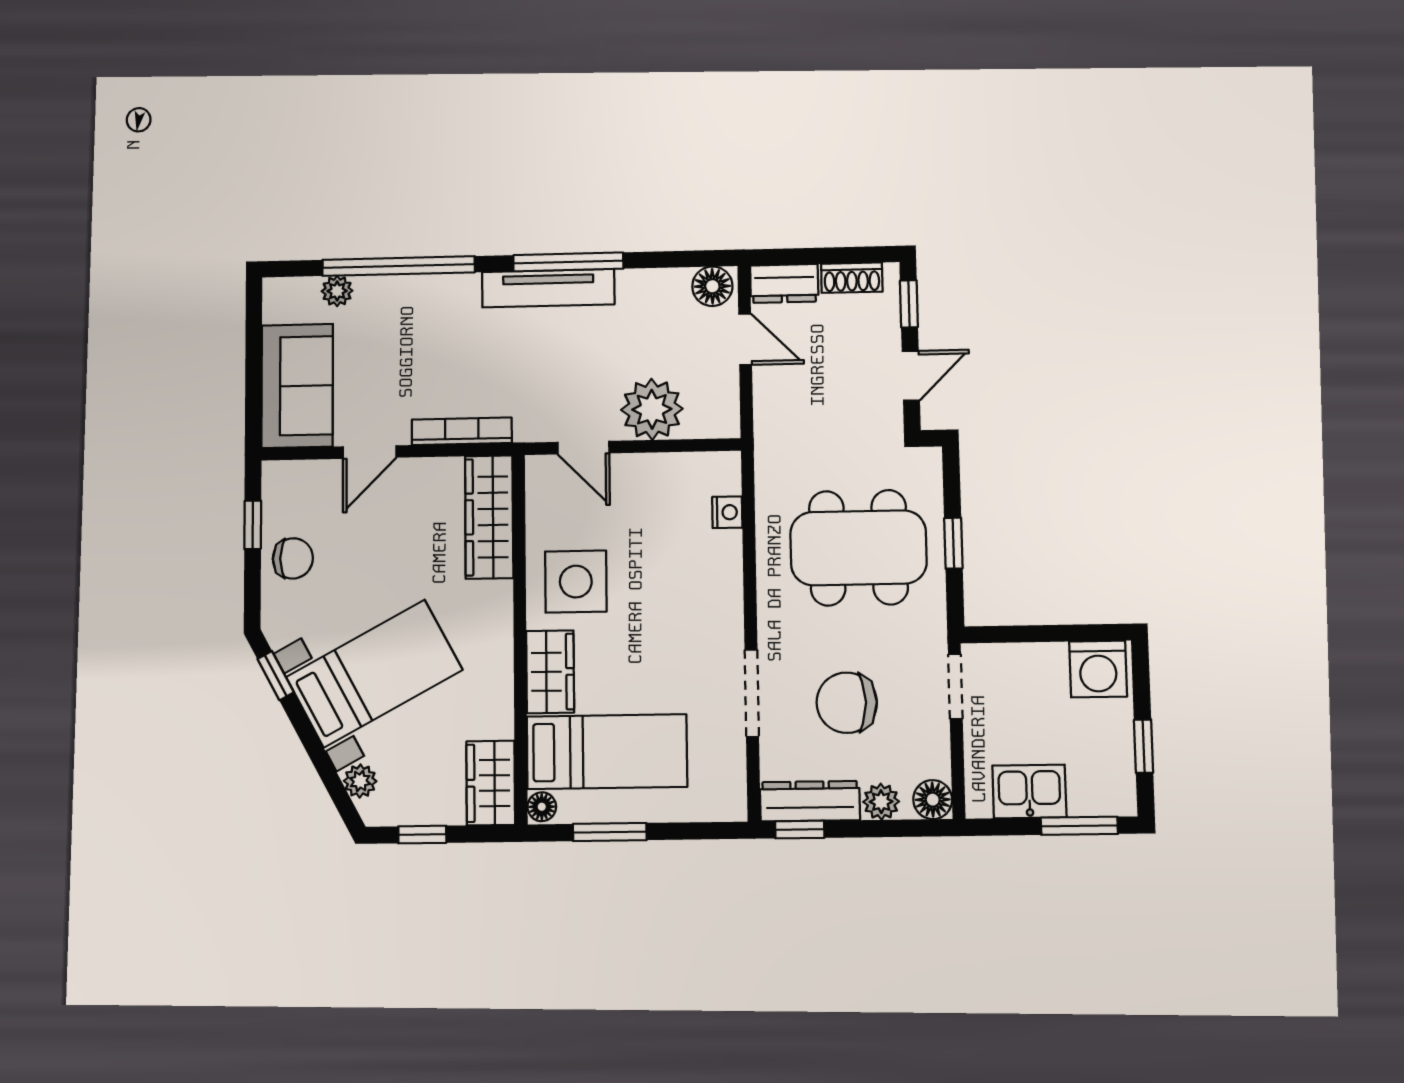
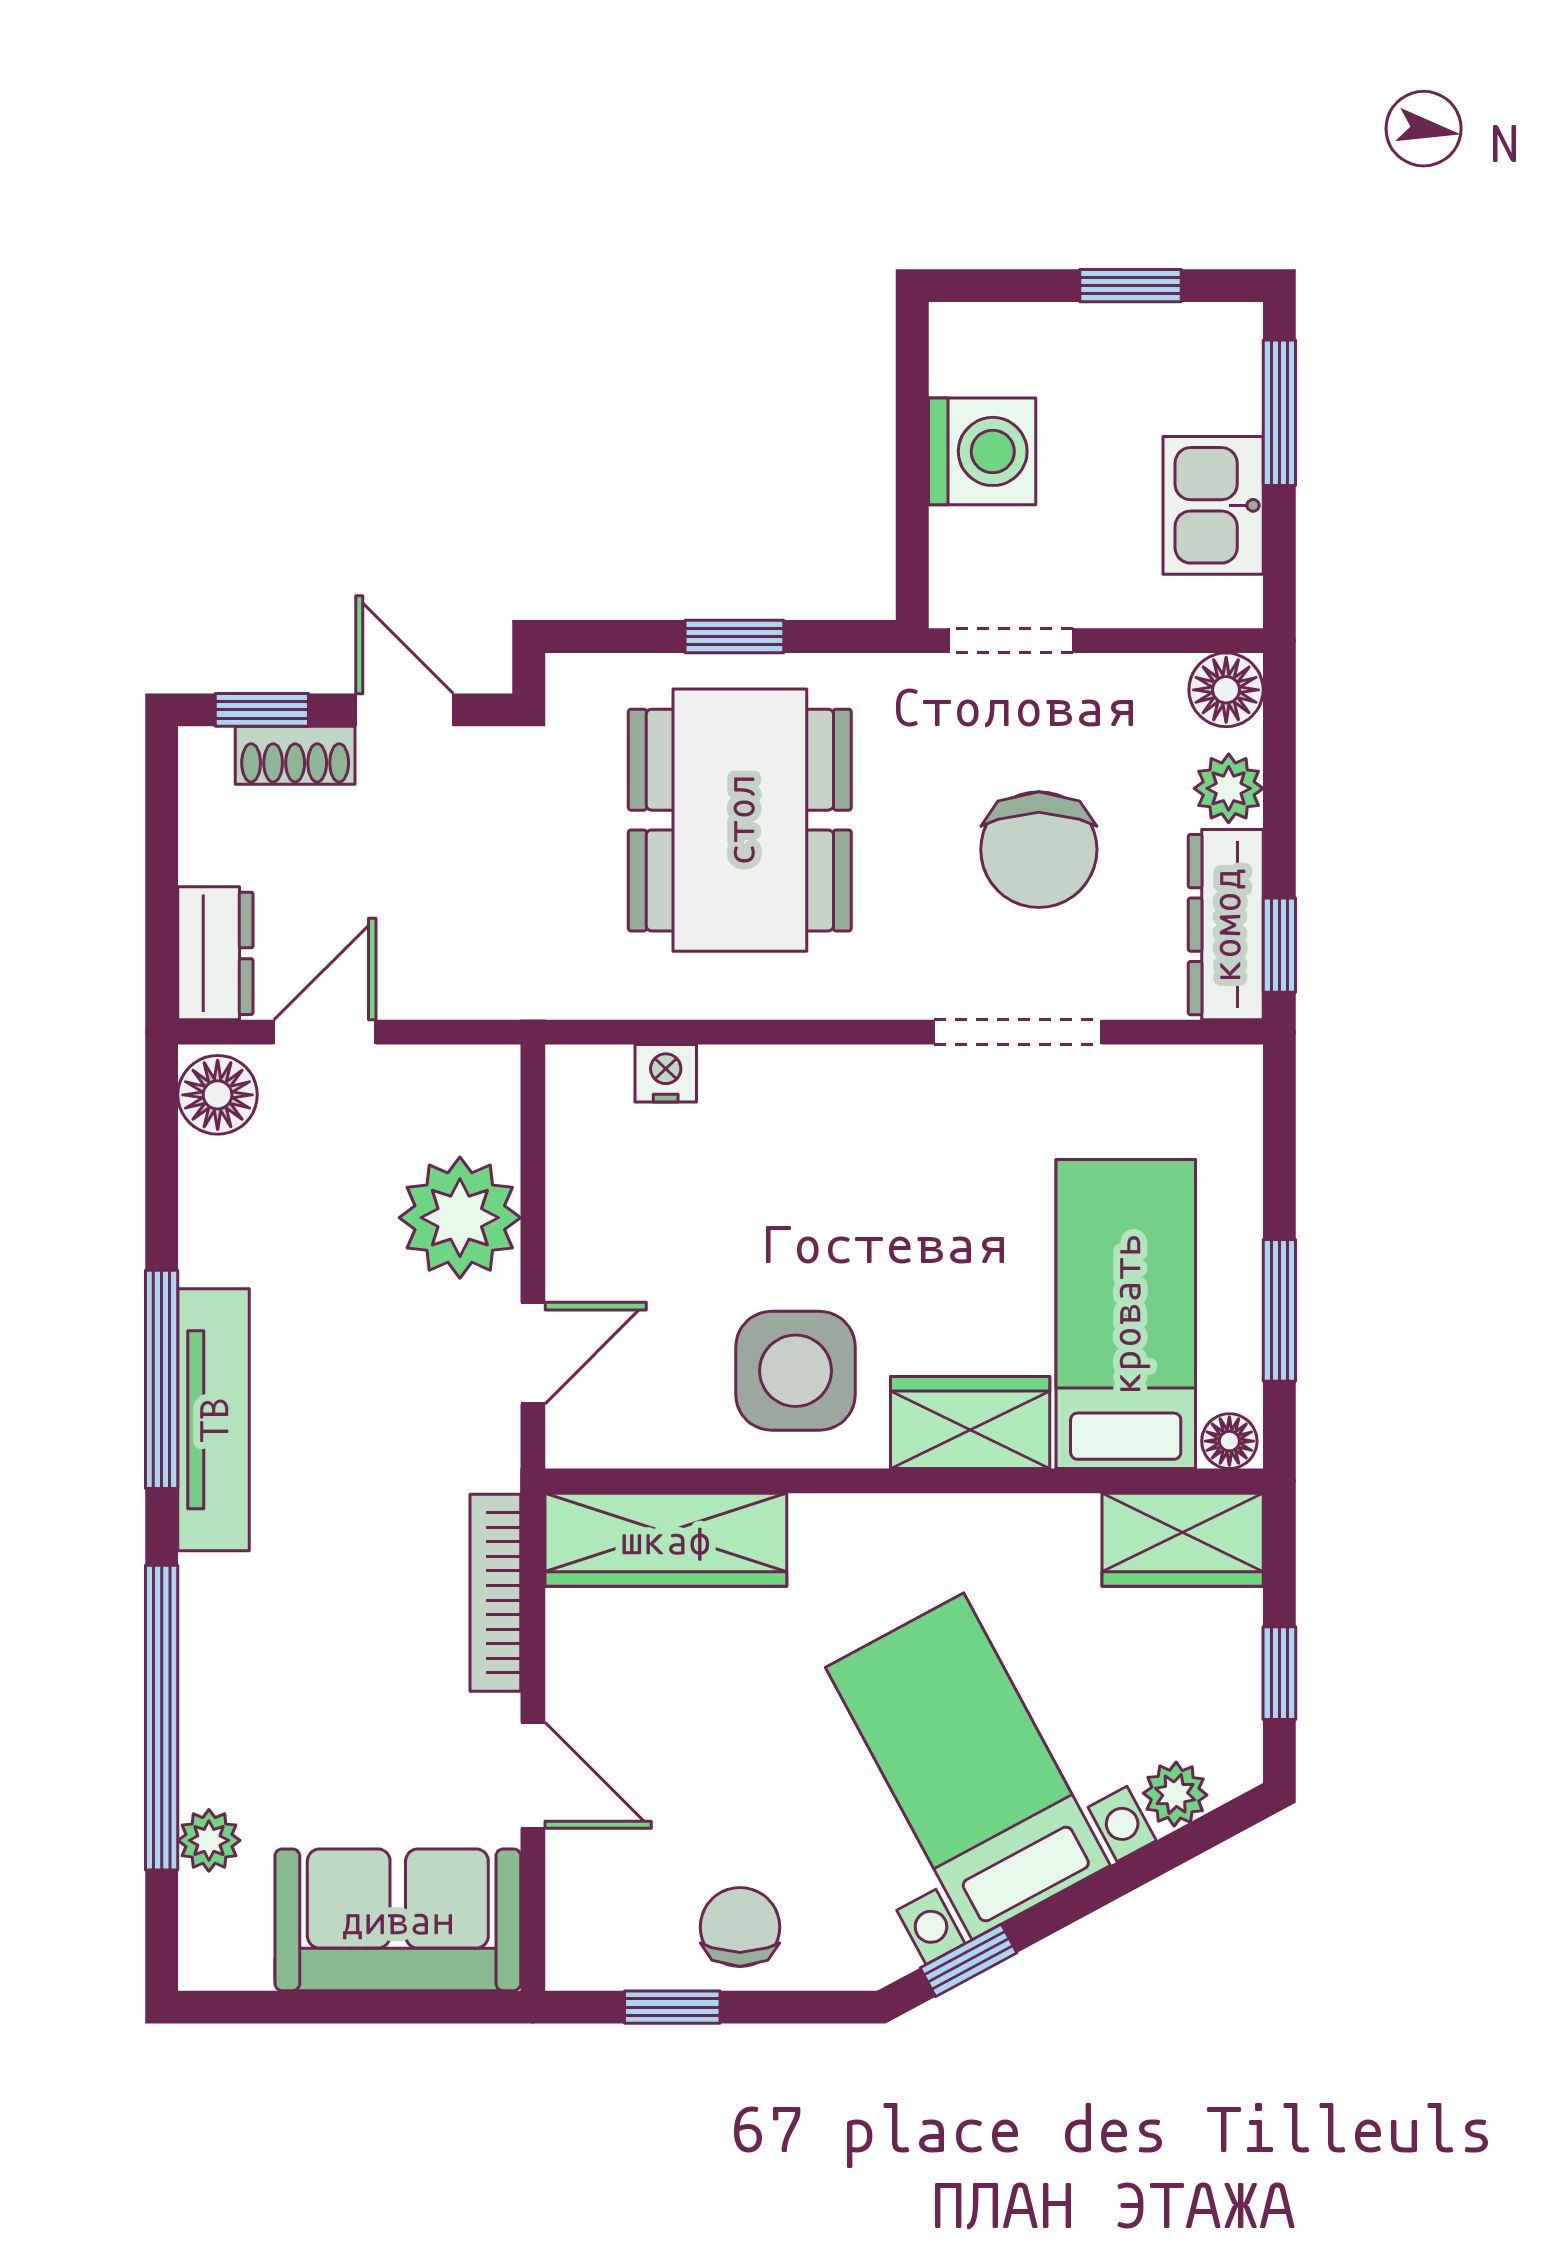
shoe rack: (852, 278) -> (295, 755), moved, turned 90
washing machine: (1098, 669) -> (982, 451), moved

